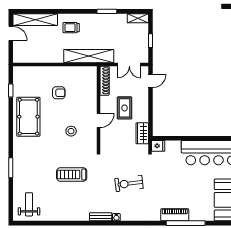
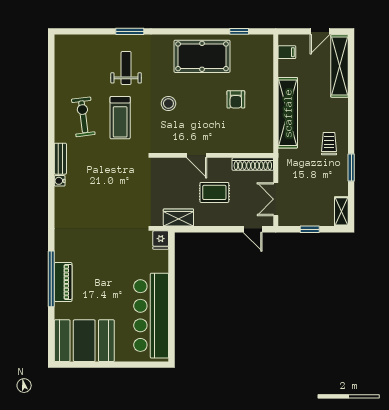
trolley: (71, 28) -> (329, 144), moved
shelving: (89, 56) -> (288, 113), moved
filing cabinet: (25, 57) -> (287, 52), added
stool: (71, 131) -> (168, 103), moved
treadmill: (72, 174) -> (120, 118), turned 180
exercise bike: (129, 183) -> (83, 117), moved
weight bench: (29, 204) -> (126, 68), moved, turned -90
piano: (175, 215) -> (63, 282), moved

